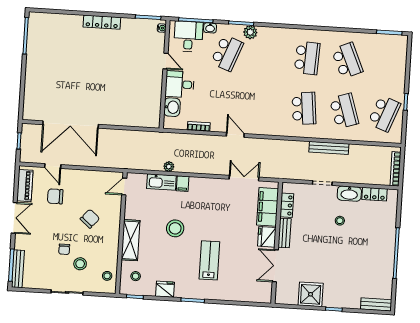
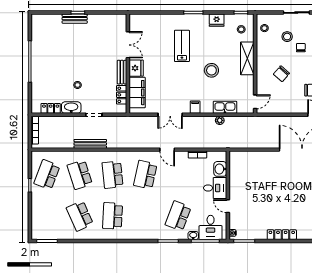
plant: (250, 32) -> (160, 234), removed
school desk: (264, 106) -> (145, 175), added
double door: (244, 178) -> (170, 115), moved
filing cabinet: (183, 184) -> (195, 107), moved
lab bench: (209, 260) -> (182, 46), turned 180
shower: (311, 294) -> (98, 23), removed
bench: (376, 304) -> (75, 19), moved

